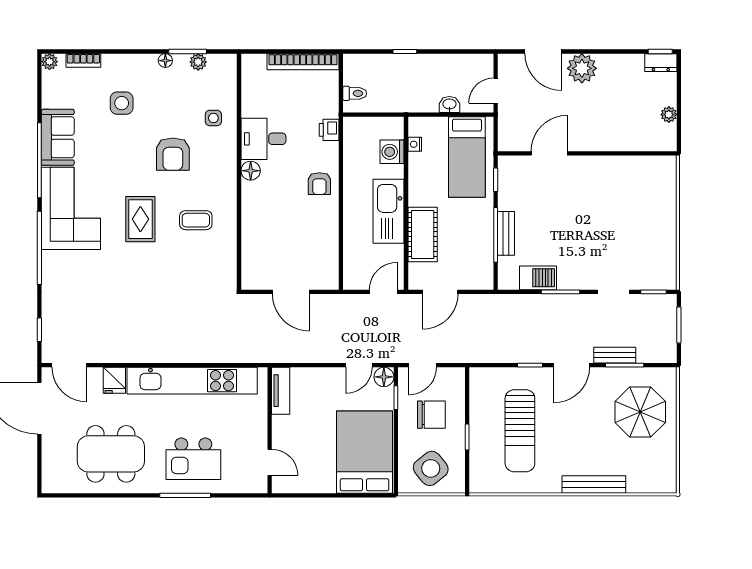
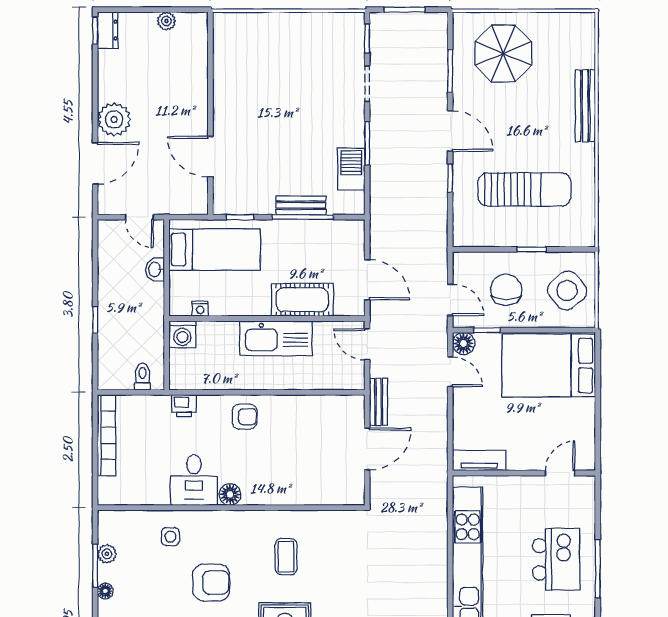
washing machine: (392, 152) -> (182, 334), moved
bench: (615, 355) -> (379, 402), moved

